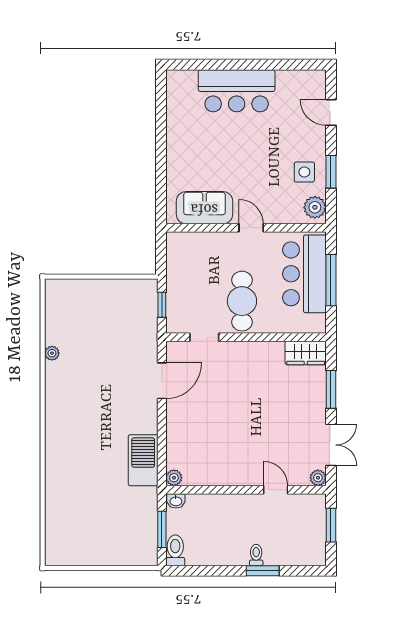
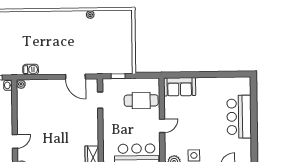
sofa: (204, 208) -> (180, 87), moved, turned 90
cafe table: (242, 301) -> (141, 101), moved
barbecue: (143, 460) -> (31, 70), width x0.53, depth x0.65

